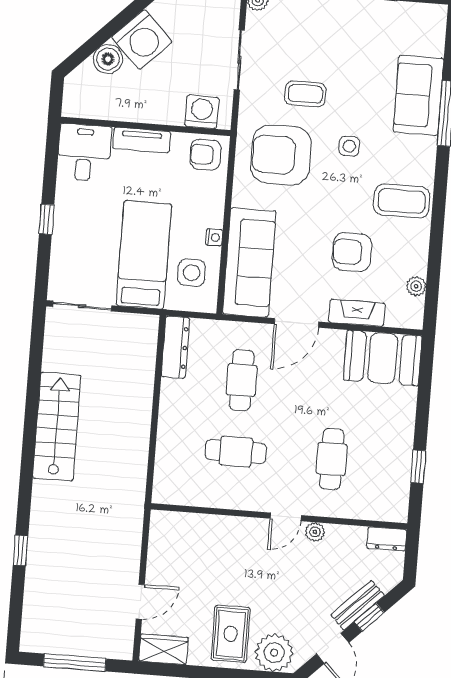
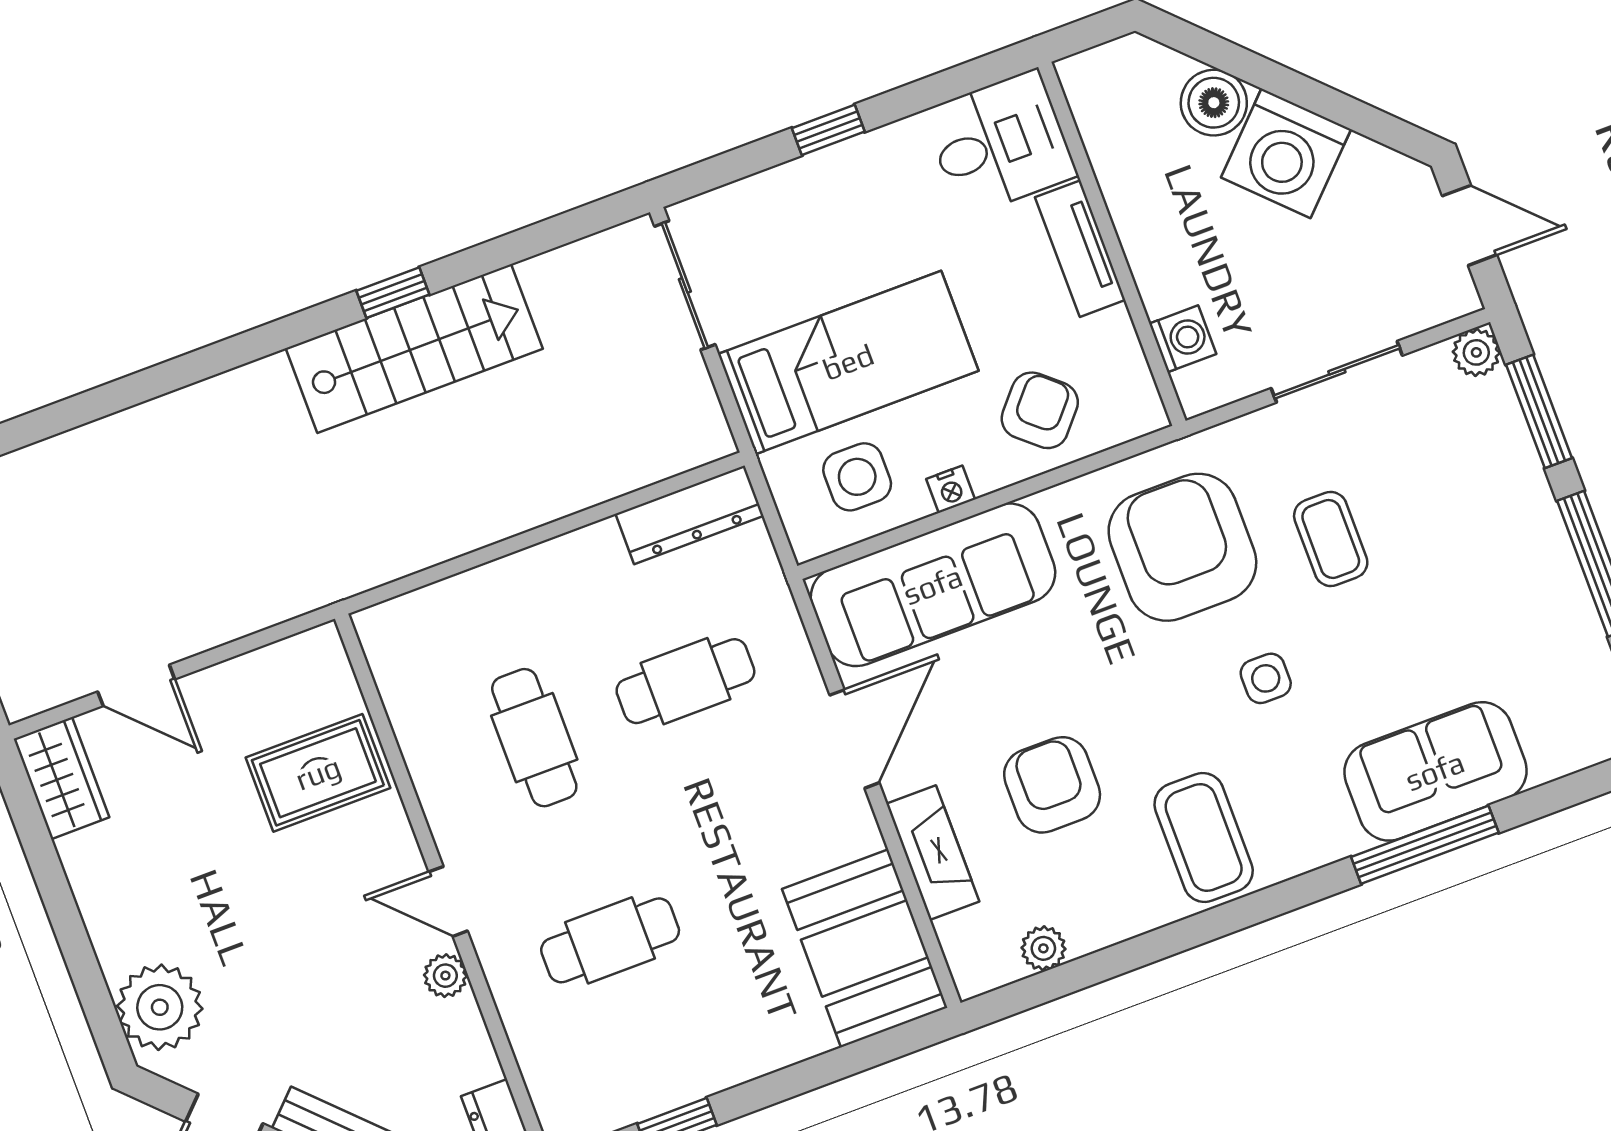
washing machine: (202, 112) -> (1183, 339), width x0.73, depth x0.73
armchair: (206, 155) -> (1040, 410), moved, turned 41
door: (296, 323) -> (854, 739), swing flipped
window: (20, 550) -> (393, 293), moved
rug: (231, 634) -> (318, 773), moved

